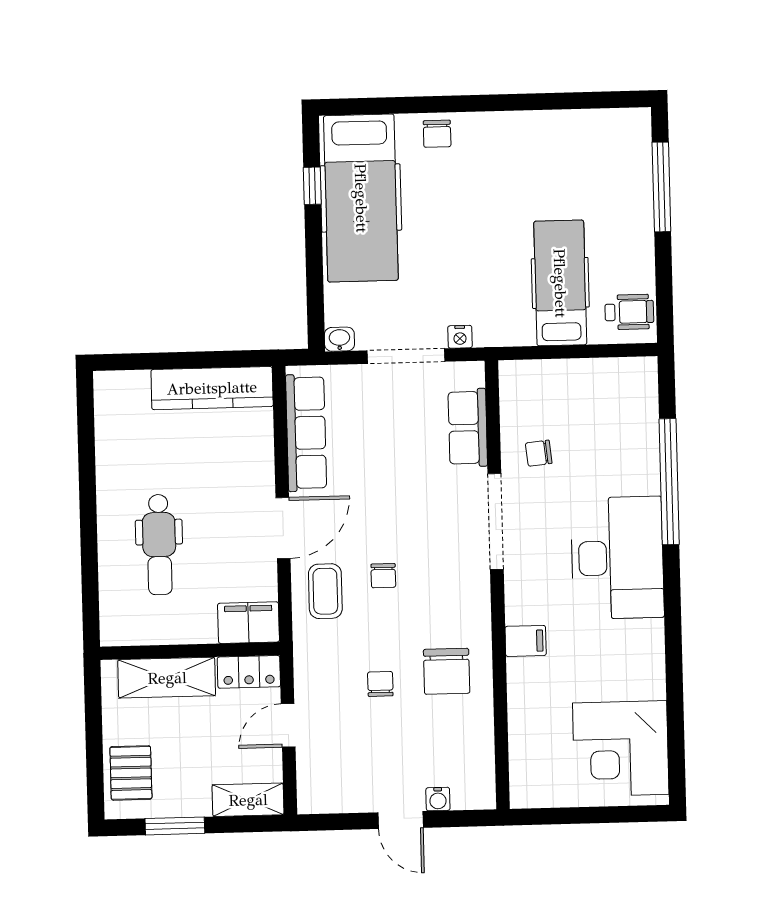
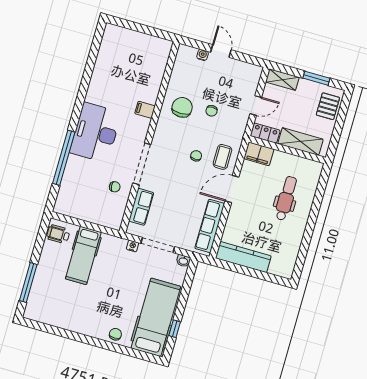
corner desk: (621, 749) -> (119, 52), removed

